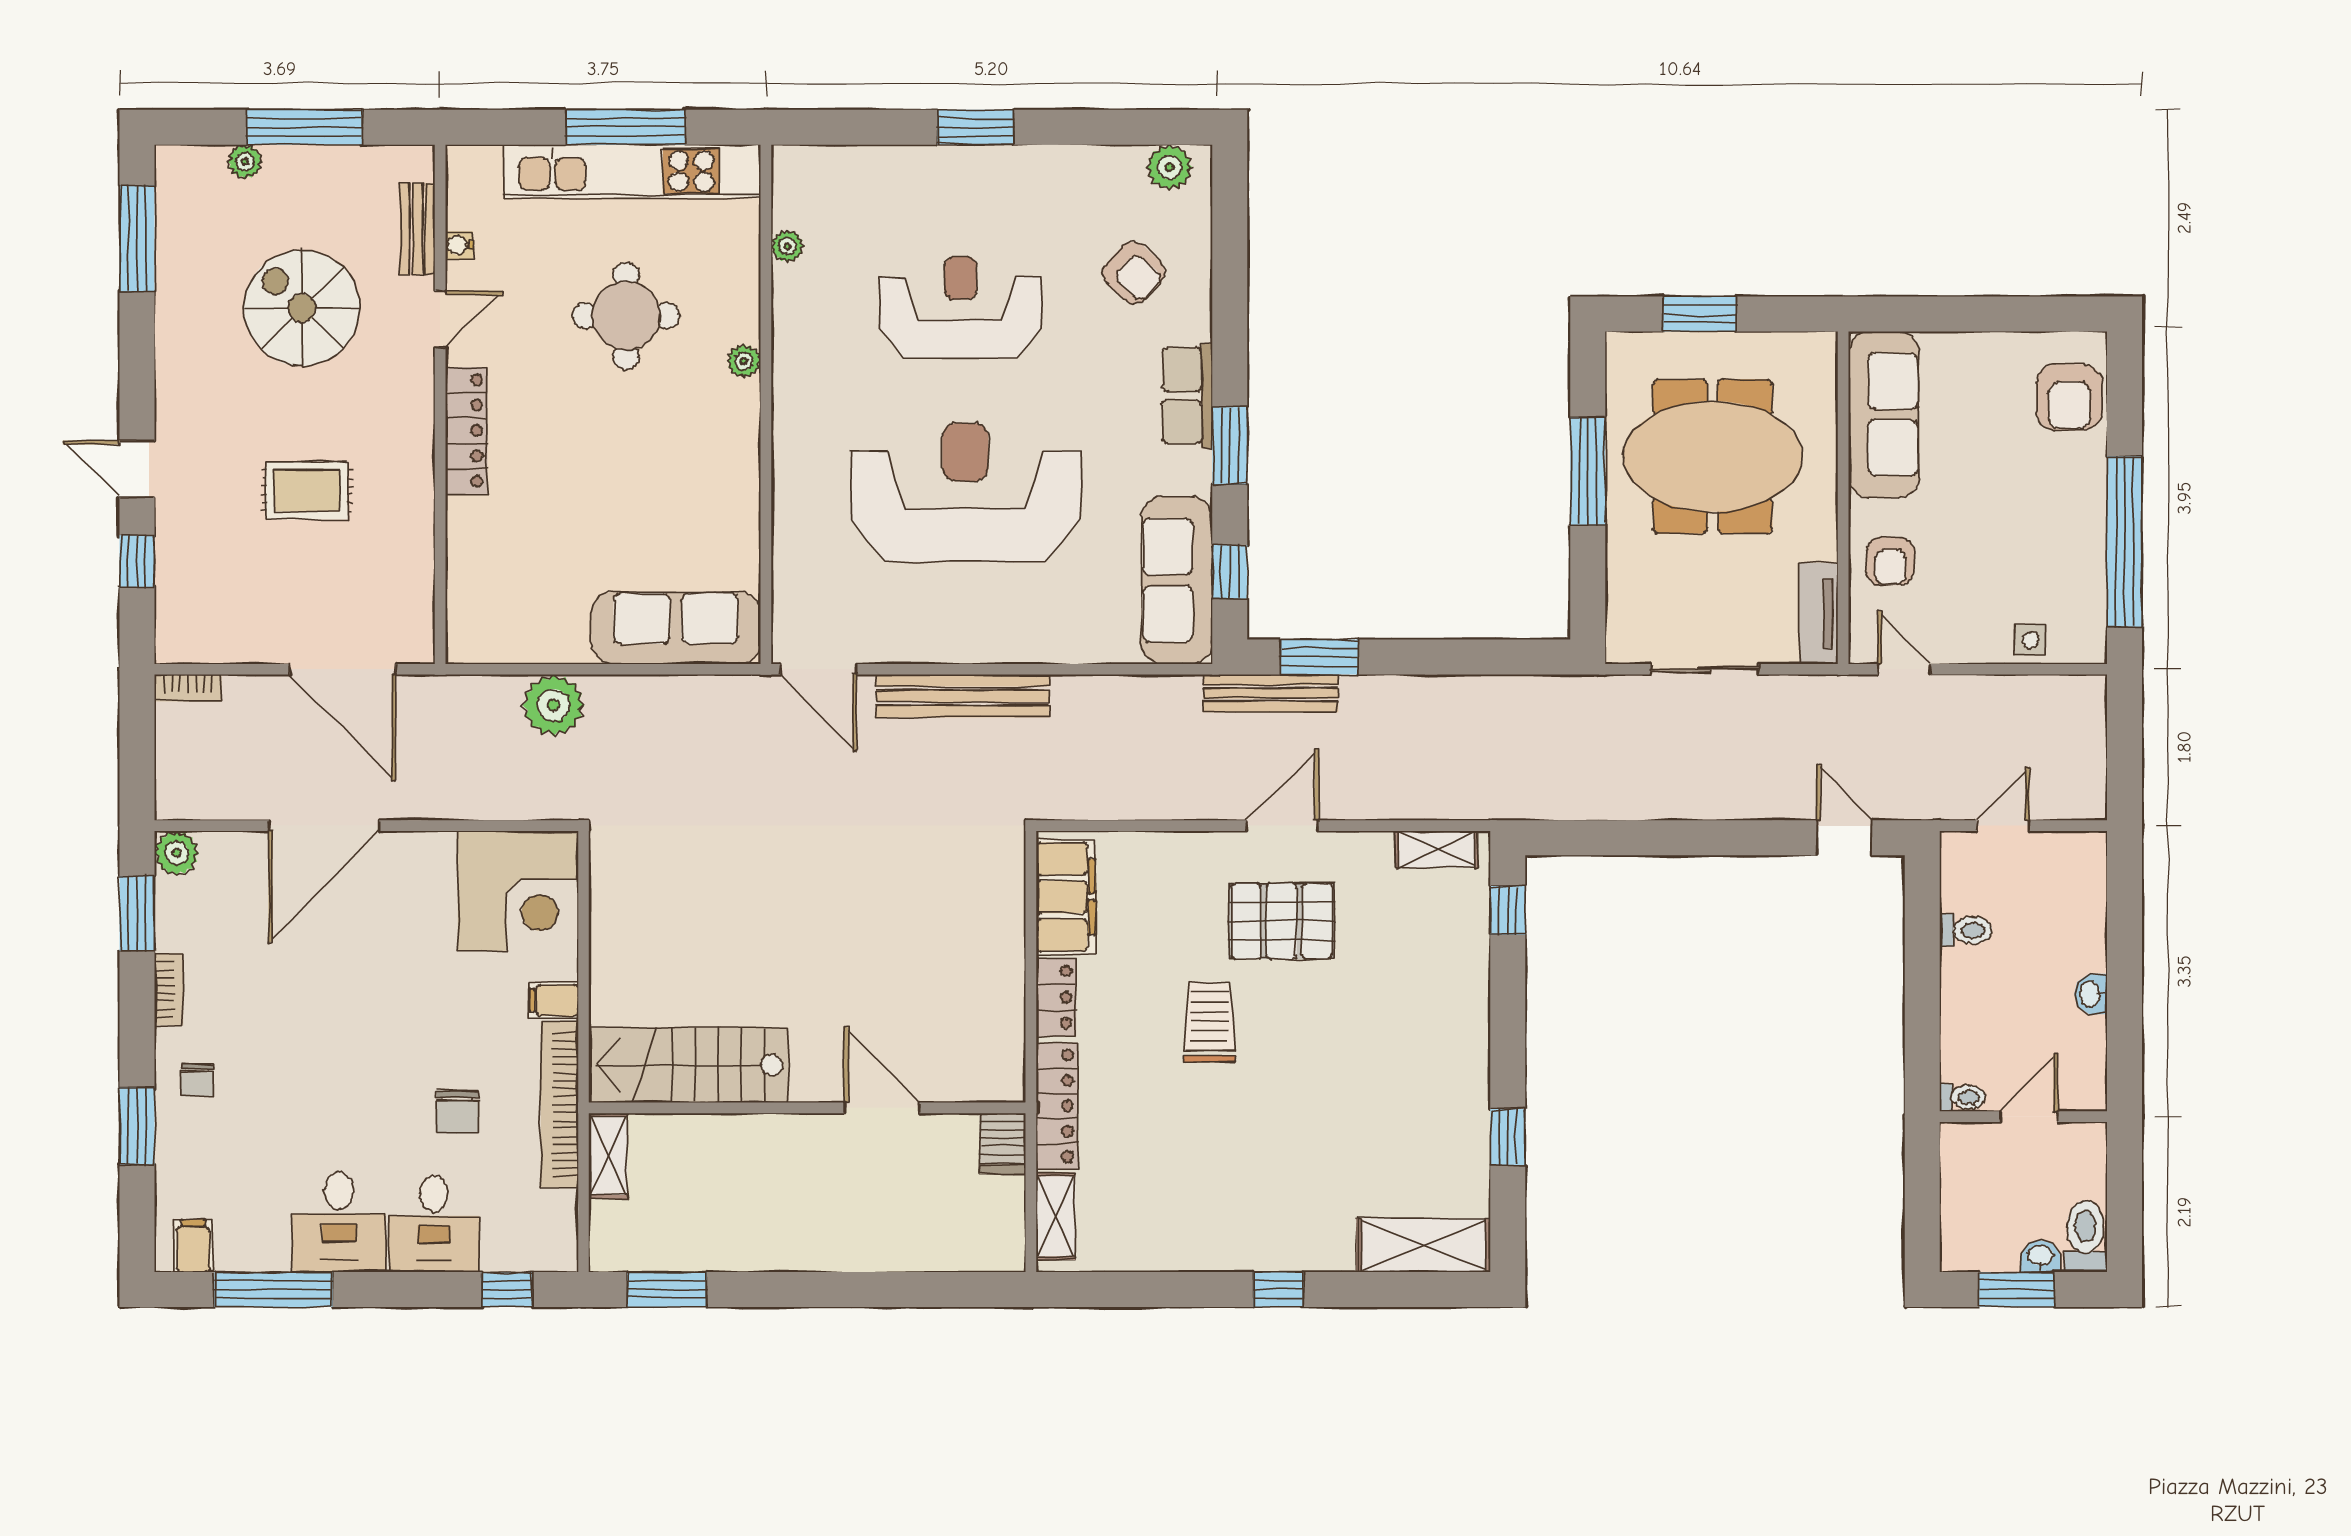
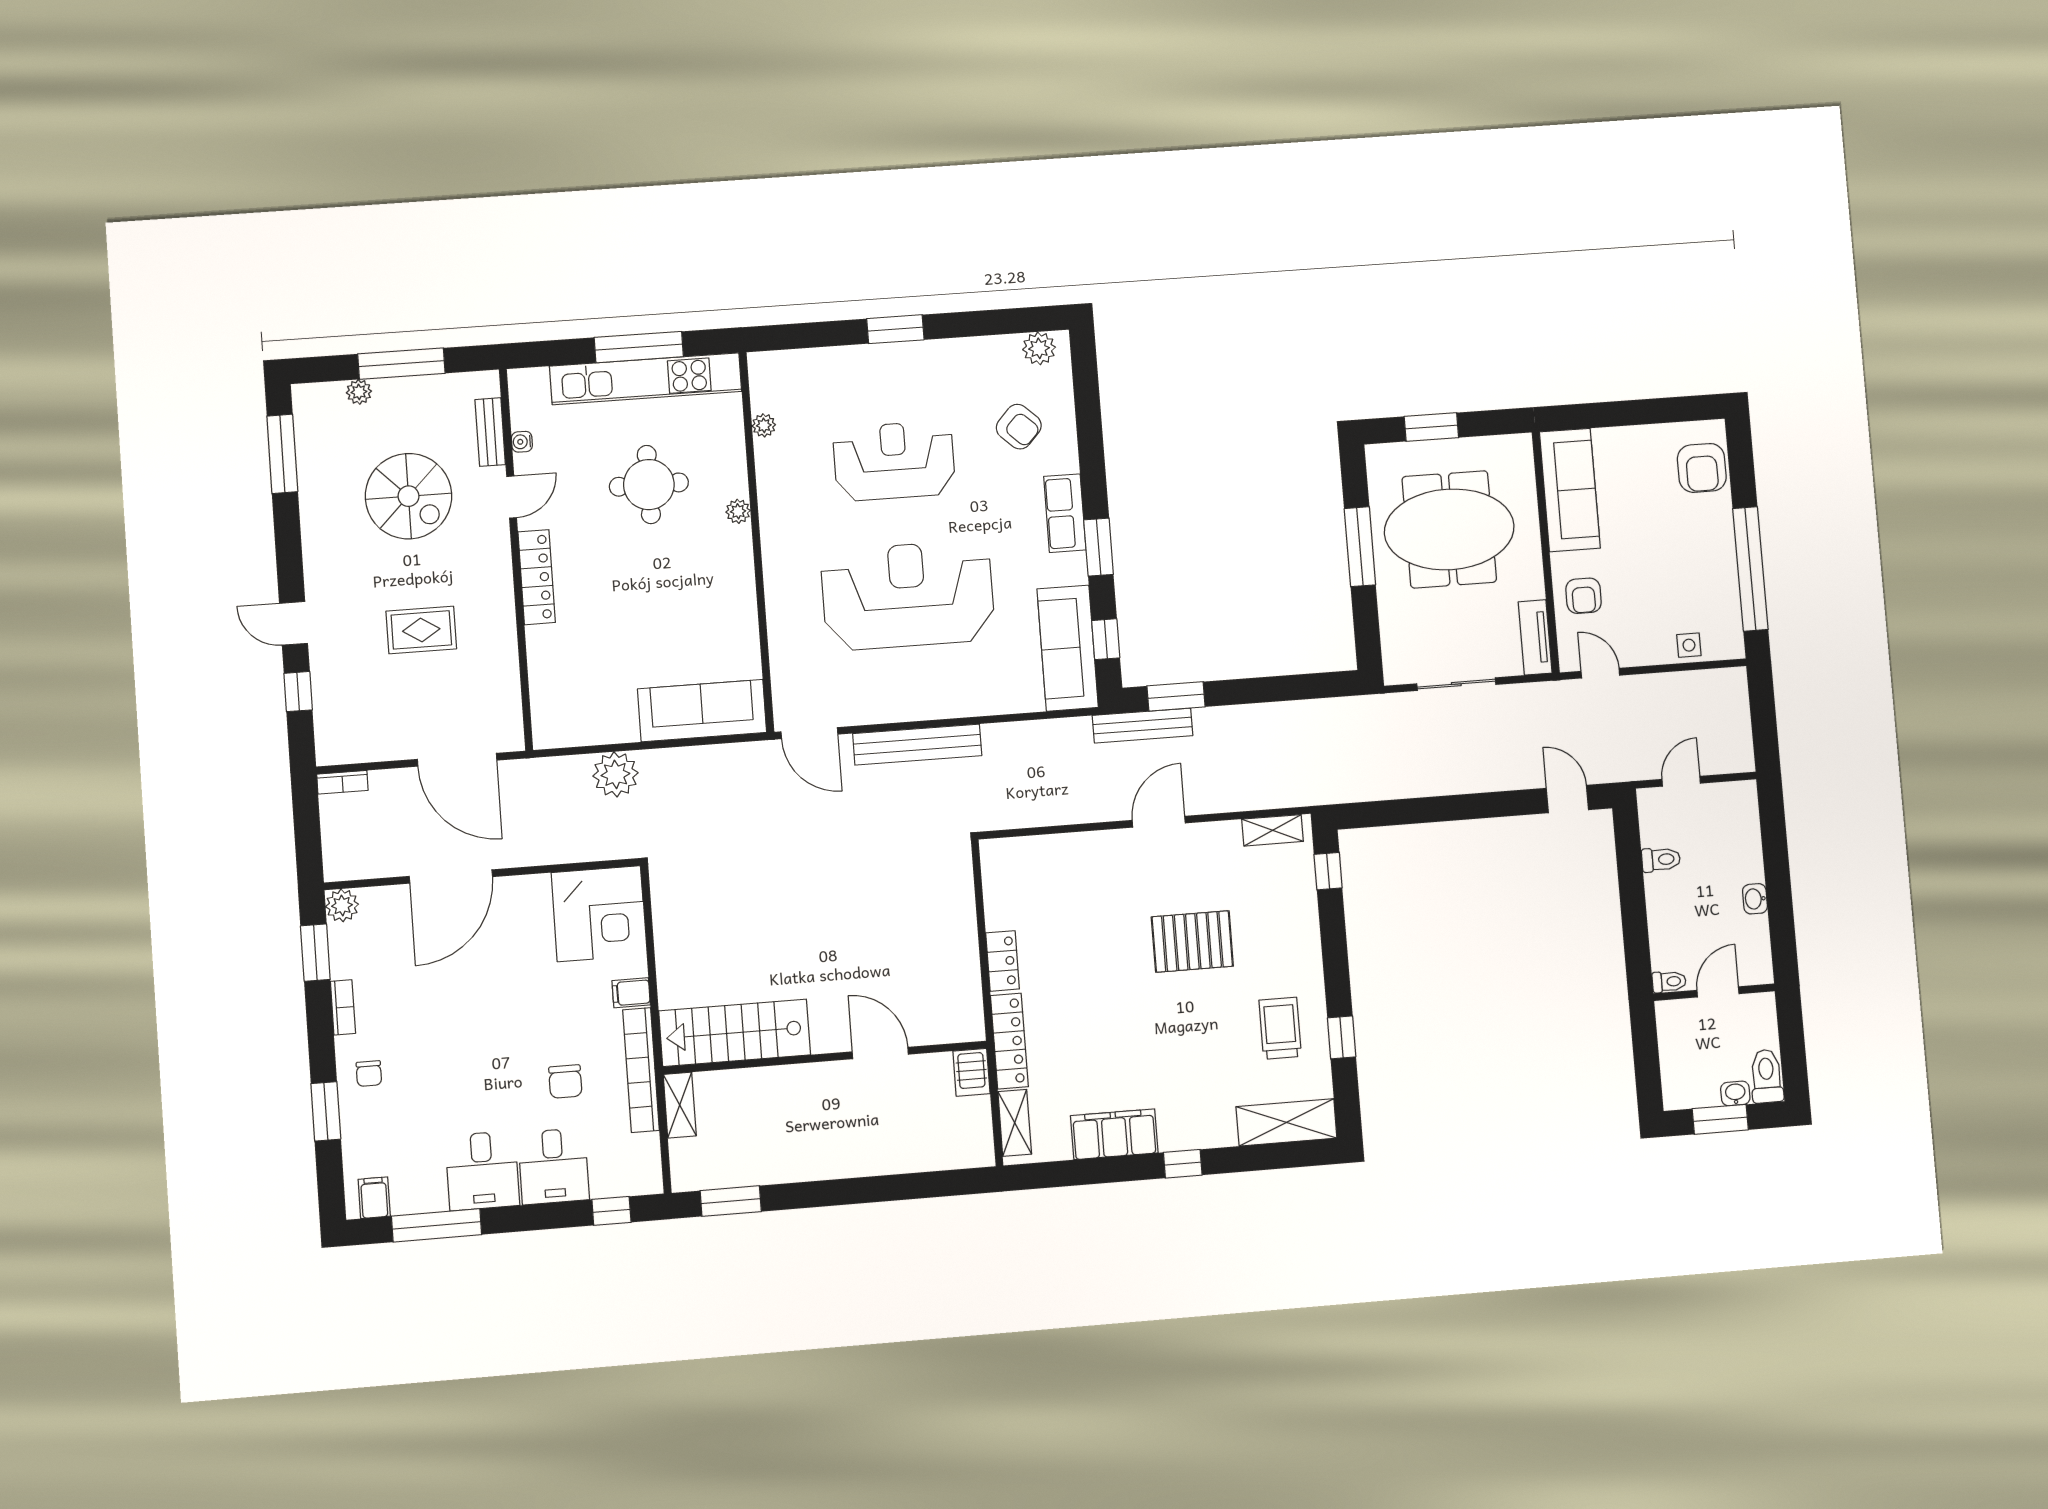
spiral stairs: (302, 308) -> (408, 496), turned 180
filing cabinet: (1066, 897) -> (1114, 1134), moved, turned -90
pallet: (1282, 921) -> (1192, 941), moved
trolley: (1209, 1022) -> (1280, 1028), moved

